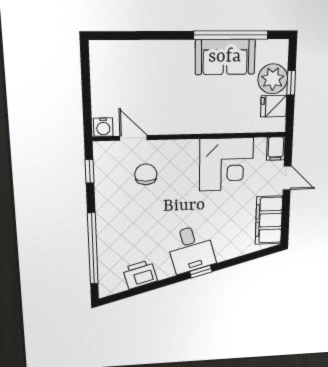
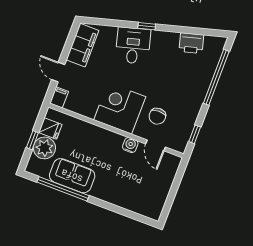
water cooler: (103, 127) -> (130, 145), moved
corner desk: (226, 164) -> (120, 108), moved
desk: (191, 249) -> (133, 46), moved

